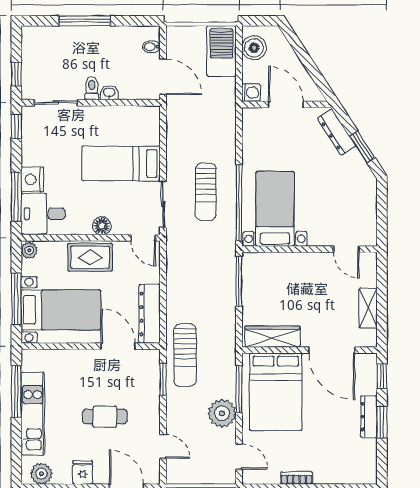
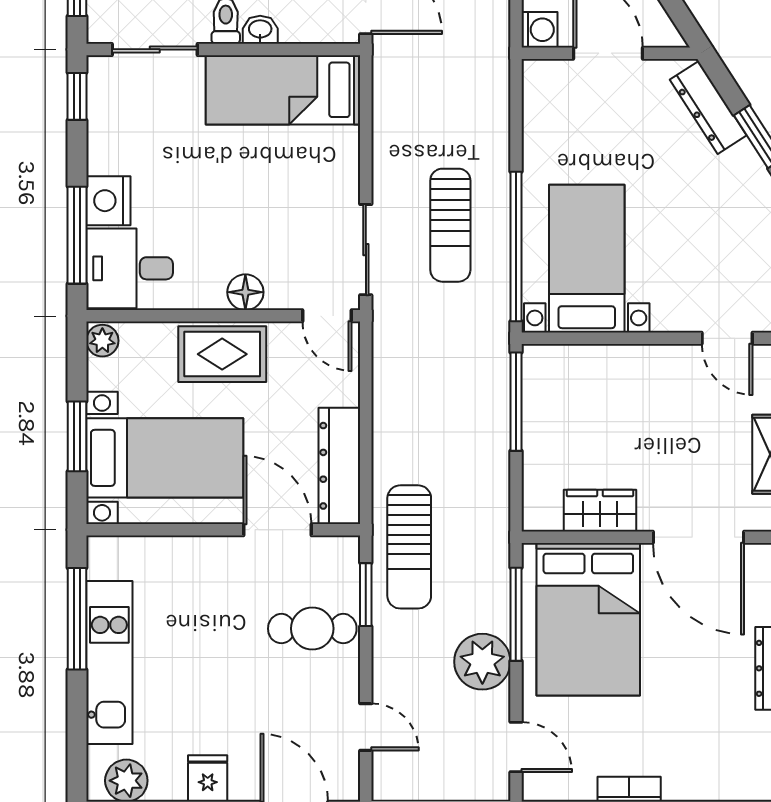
bed: (121, 164) -> (283, 90), moved
window: (16, 299) -> (77, 436), width x0.69
wardrobe: (273, 337) -> (600, 511), width x0.67
cafe table: (105, 417) -> (312, 629), moved

